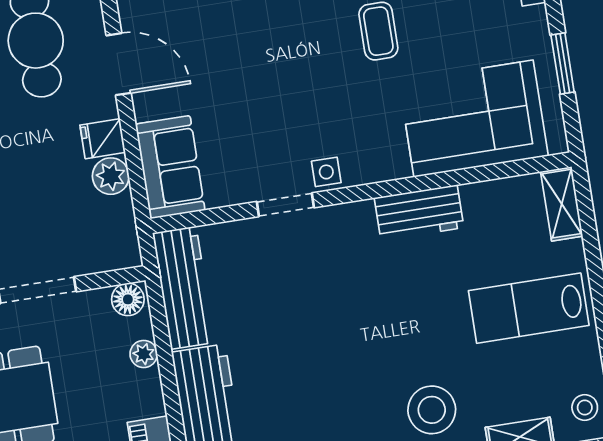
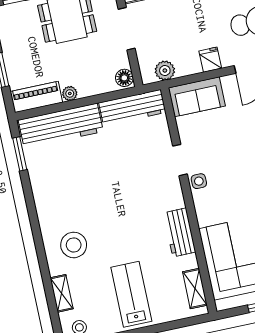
plant: (111, 176) -> (165, 71), moved
shelving: (562, 204) -> (195, 289), moved, turned 90
plant: (144, 354) -> (70, 93), moved

